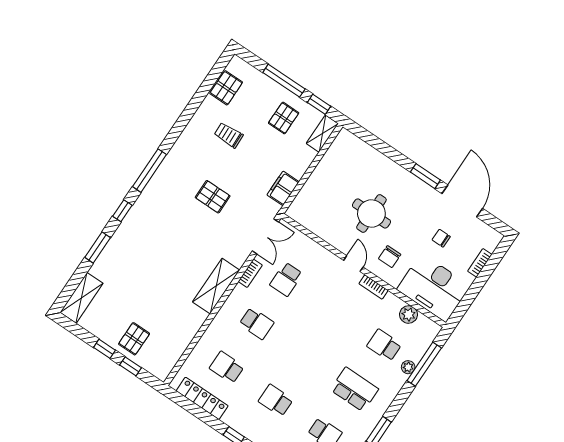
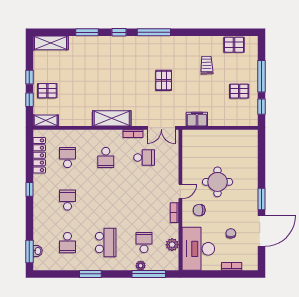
shelving: (322, 134) -> (46, 120), moved
school desk: (286, 279) -> (144, 158), turned 180

